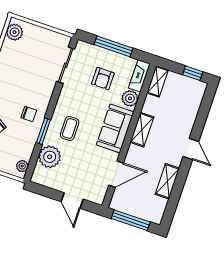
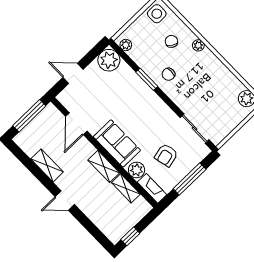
armchair: (103, 78) -> (166, 155), turned -103
shelving: (158, 81) -> (126, 188), moved
coffee table: (70, 128) -> (137, 104), removed
plant: (50, 157) -> (109, 60), moved

